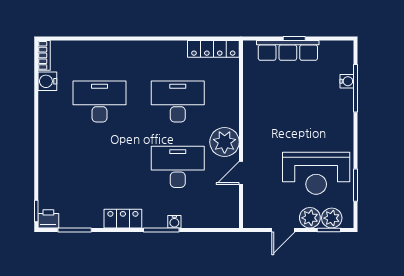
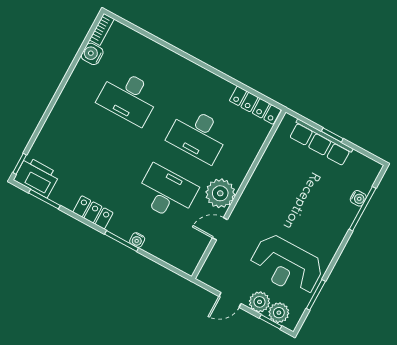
desk: (99, 102) -> (129, 97), turned 180
desk: (178, 102) -> (198, 135), turned 180
printer: (48, 219) -> (37, 177), width x1.87, depth x1.48

